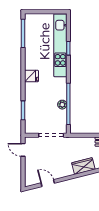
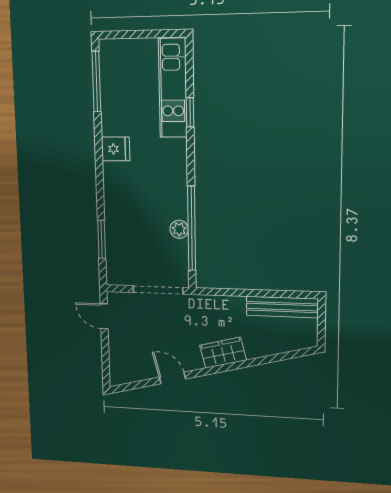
kitchen unit: (60, 45) -> (173, 88), width x0.73
fridge: (31, 76) -> (116, 149), moved
door: (48, 183) -> (172, 378), moved

